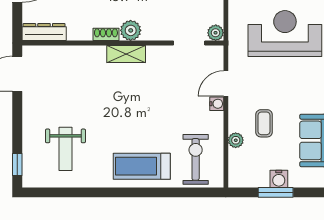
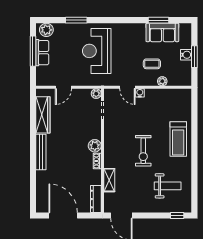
shelving: (126, 54) -> (109, 180), moved
exercise bike: (196, 159) -> (143, 151), moved, turned -90

